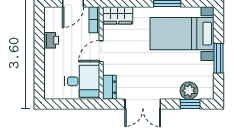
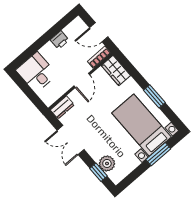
door: (101, 51) -> (82, 80), swing flipped
window: (218, 58) -> (158, 154), moved
desk: (82, 81) -> (36, 72), moved, turned 180

